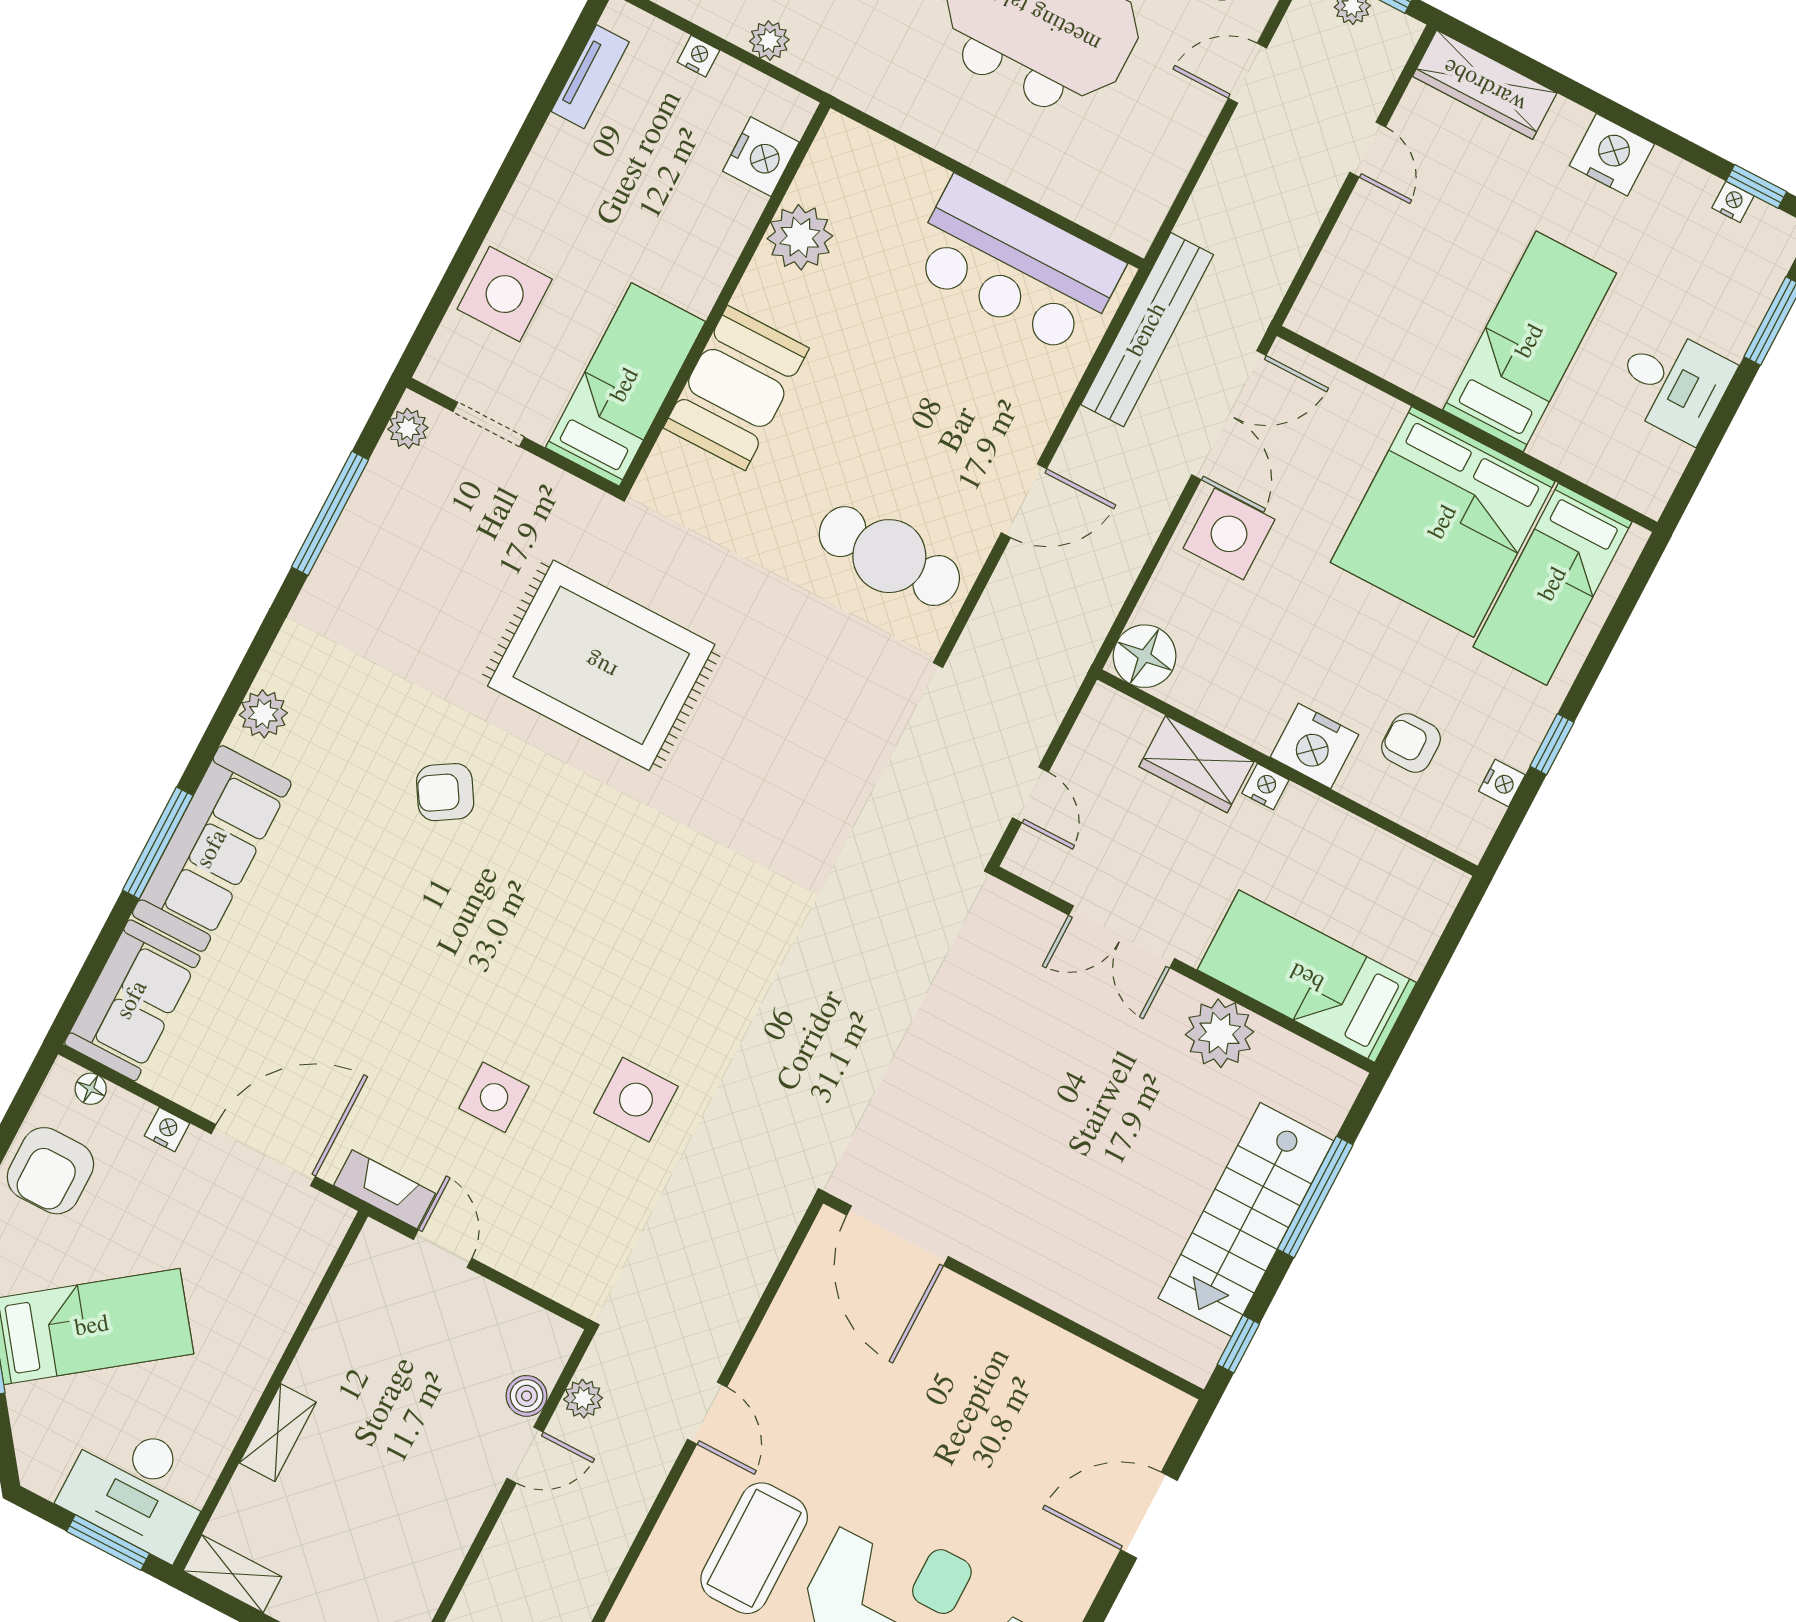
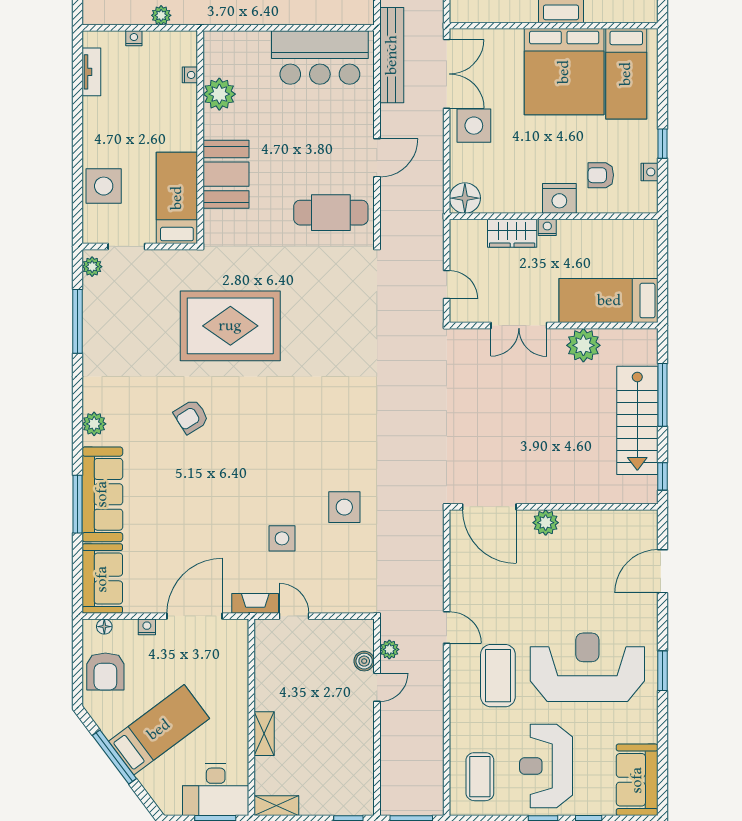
nightstand: (761, 157) -> (190, 75), width x0.53, depth x0.56
plant: (984, 1317) -> (546, 523), added

